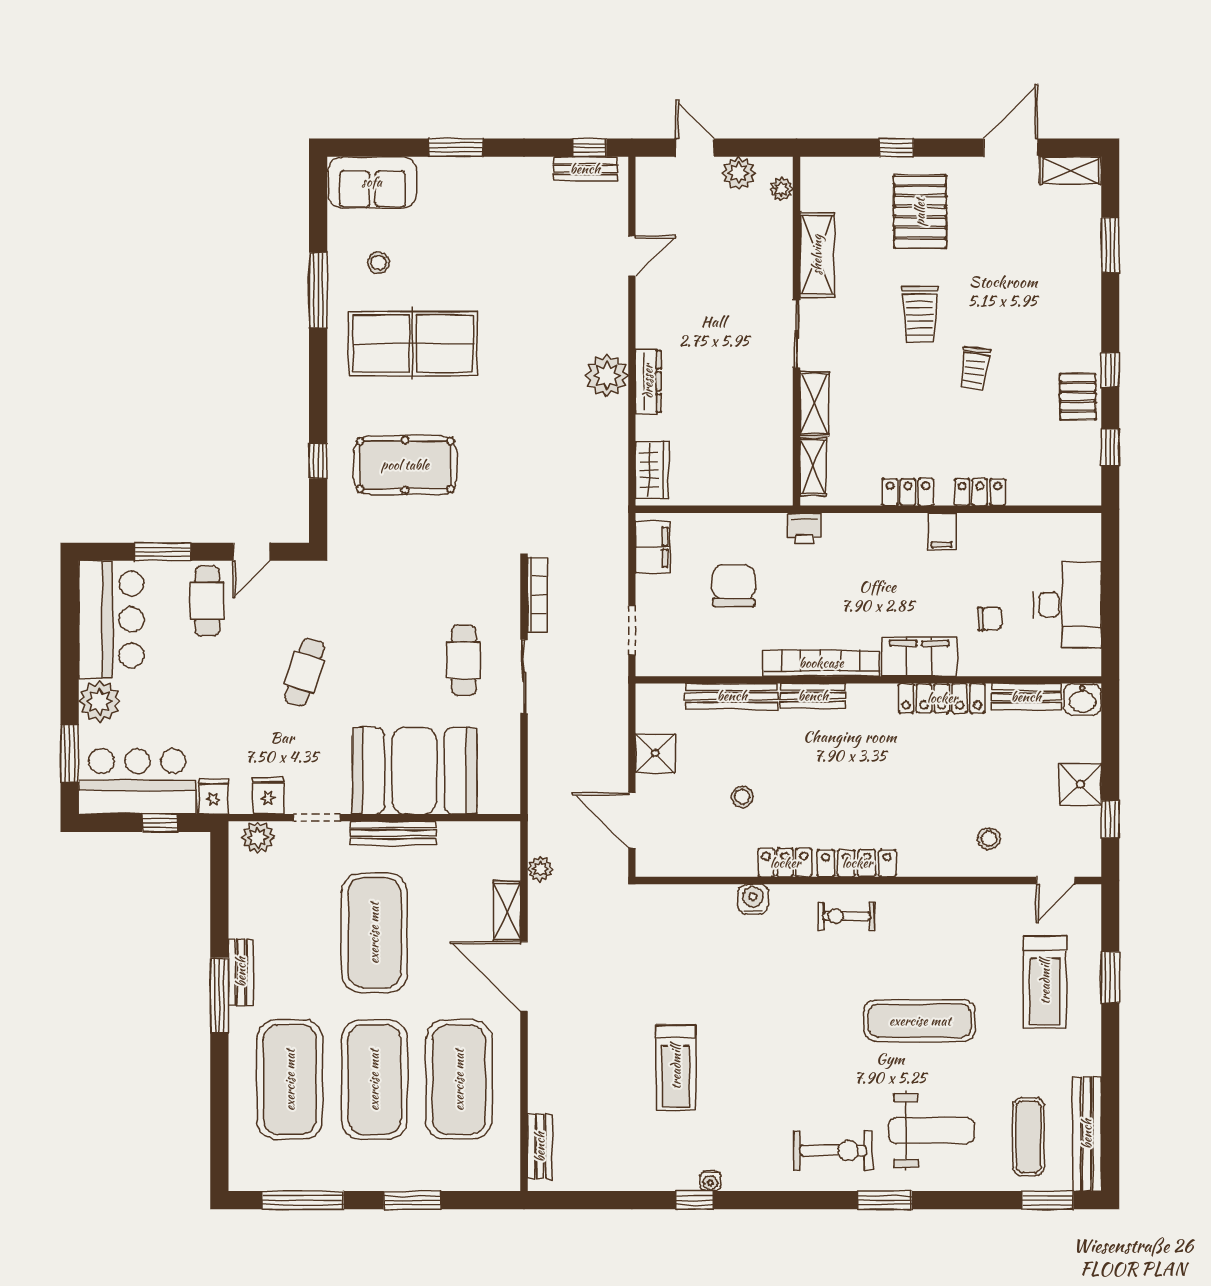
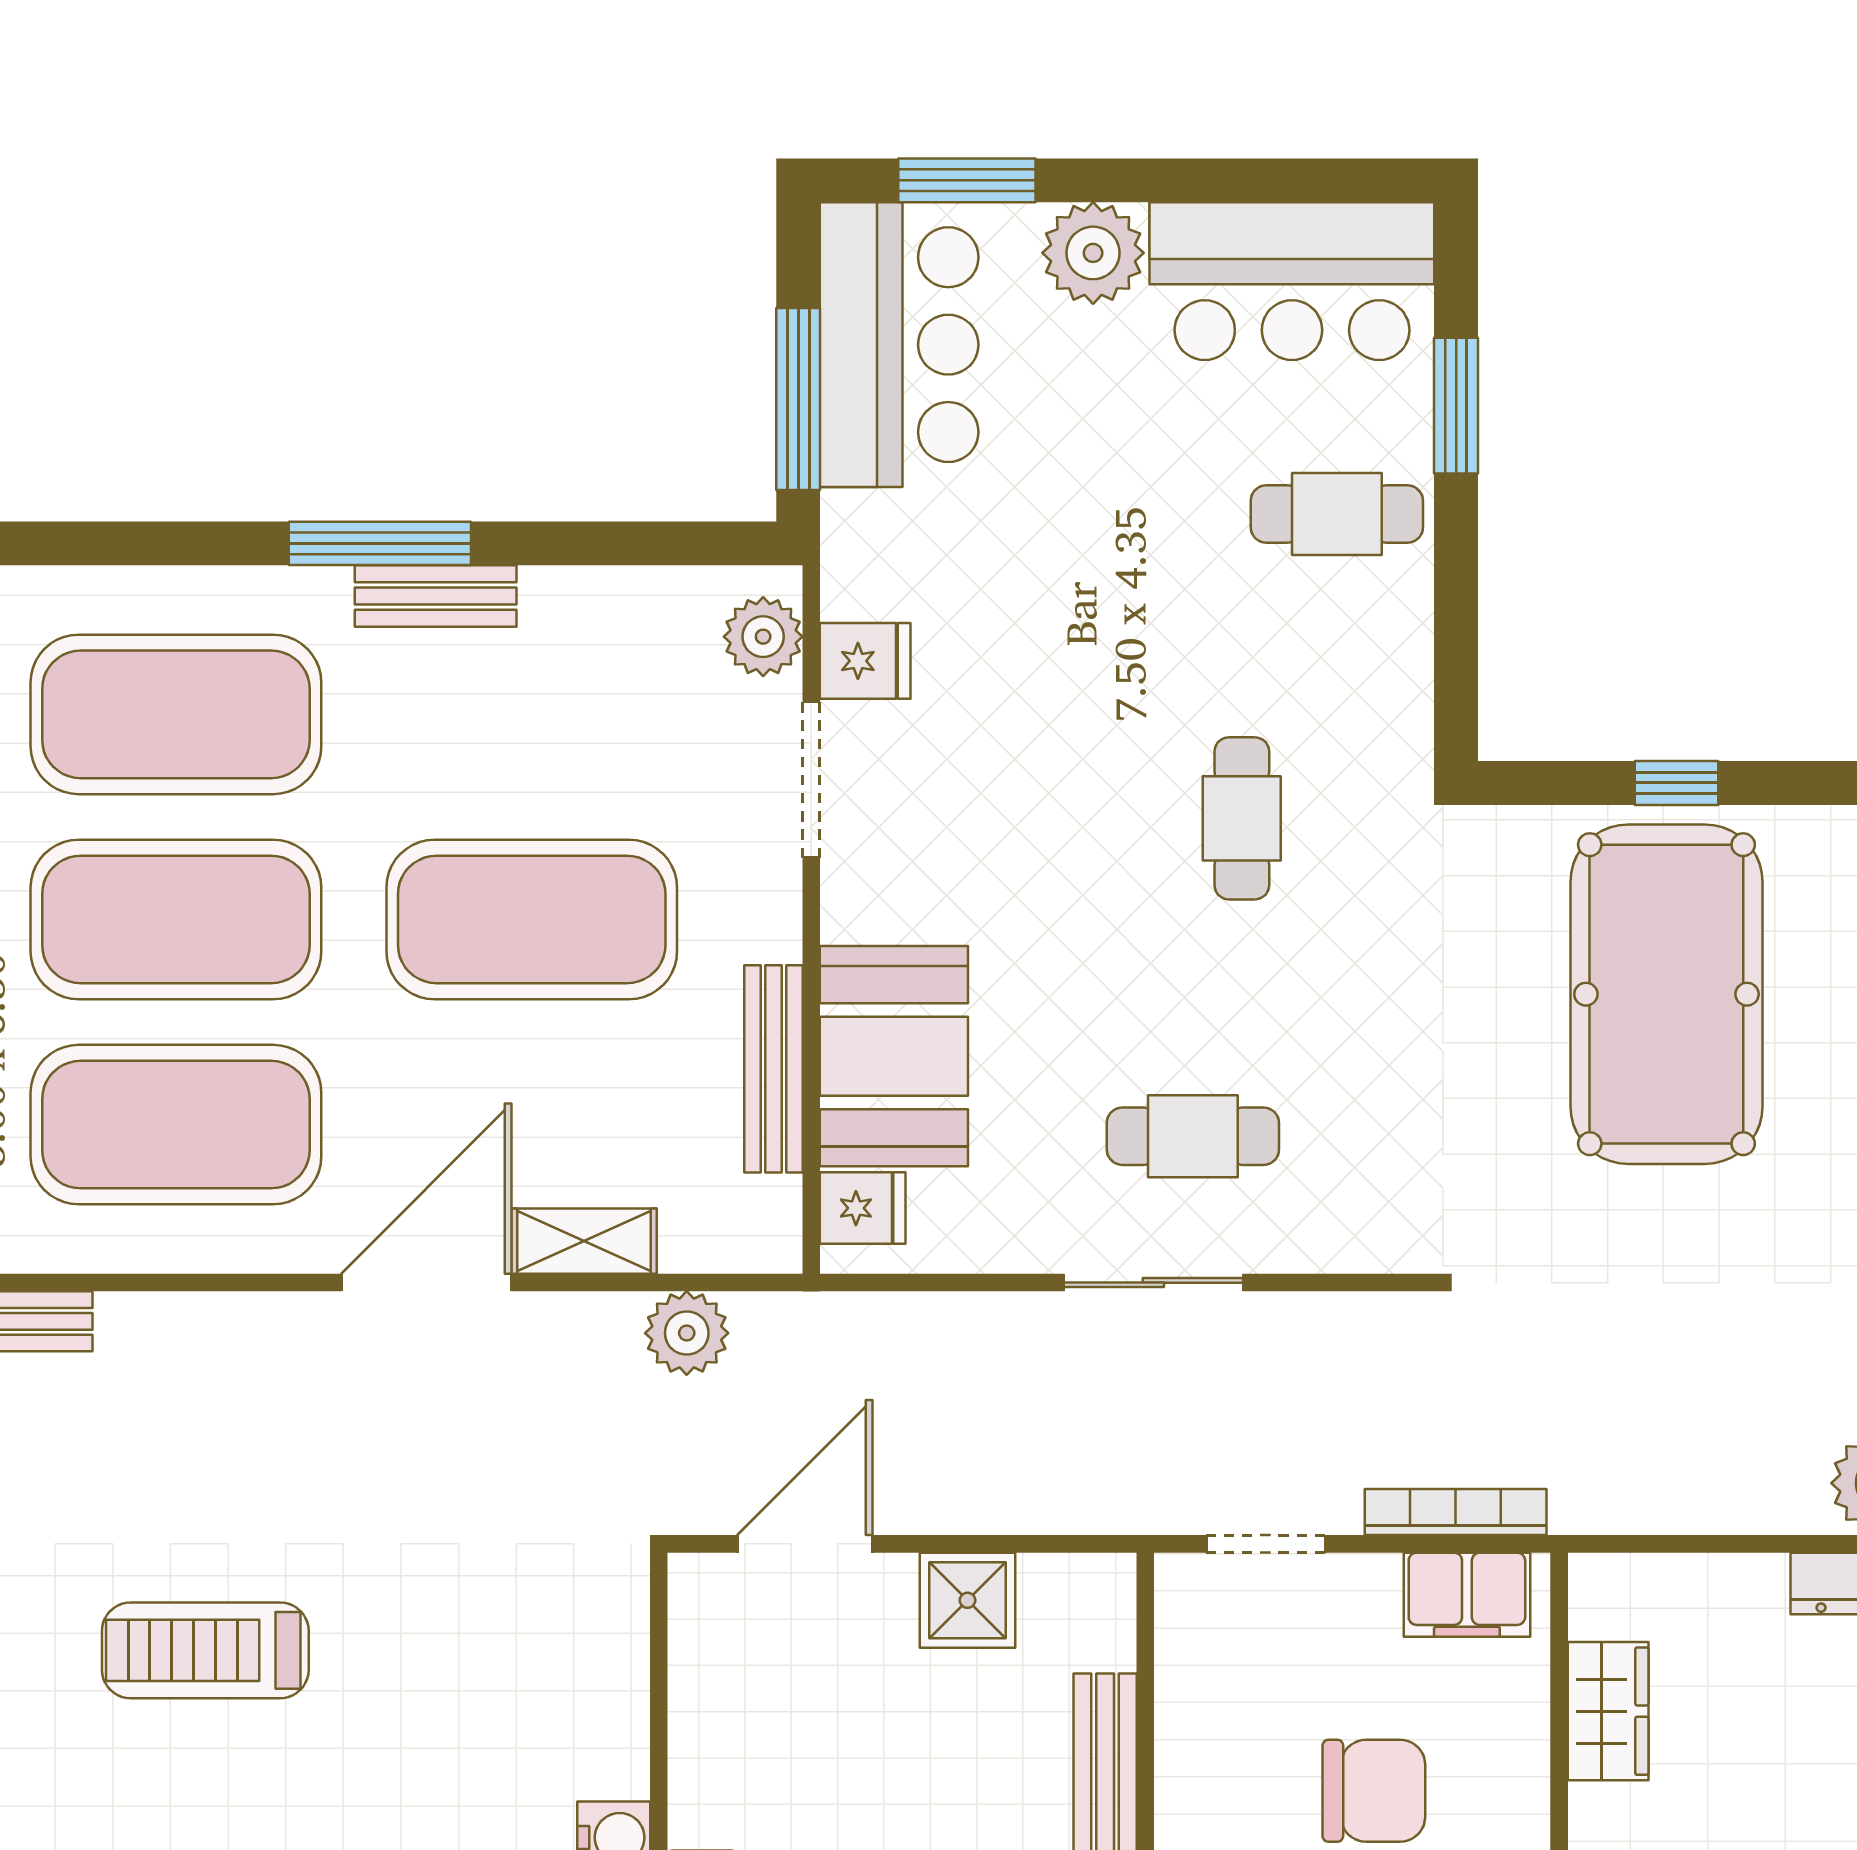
pool table: (405, 465) -> (1666, 994), width x1.36, depth x1.32
wardrobe: (652, 470) -> (1608, 1711), moved, turned -90
door: (251, 552) -> (1456, 621), removed
bookcase: (537, 595) -> (1456, 1512), moved, turned 180
cafe table: (304, 672) -> (1242, 818), moved, turned 72
booth: (414, 771) -> (894, 1056), width x0.73, depth x0.70
fridge: (213, 796) -> (863, 1208), moved
stool: (742, 797) -> (862, 1811), removed
doorway: (317, 818) -> (811, 780), width x1.38
window: (160, 823) -> (798, 399), width x2.17
bench: (393, 833) -> (774, 1069), moved
plant: (540, 869) -> (687, 1333), width x1.38, depth x1.38

